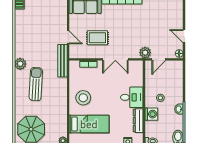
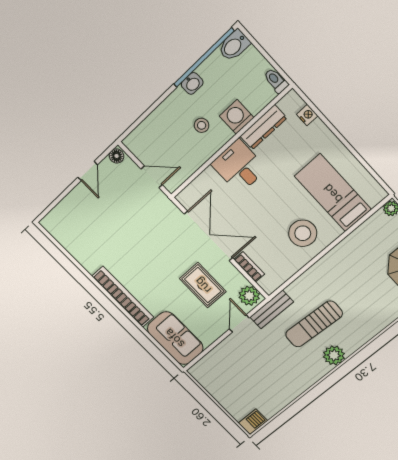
plant: (145, 53) -> (249, 296), moved
double door: (115, 59) -> (208, 236), width x1.37
bench: (62, 61) -> (272, 310), width x0.73
sun lounger: (36, 84) -> (314, 324), moved

